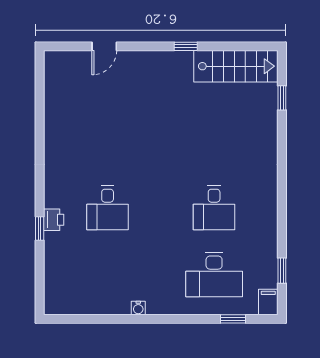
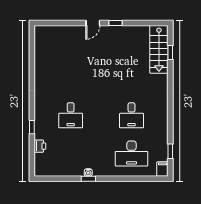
door: (104, 46) -> (93, 23), moved
stairs: (236, 66) -> (159, 49), moved, turned 90
printer: (54, 220) -> (40, 146), moved
window: (233, 319) -> (88, 179), moved

